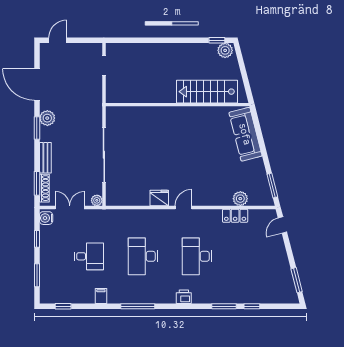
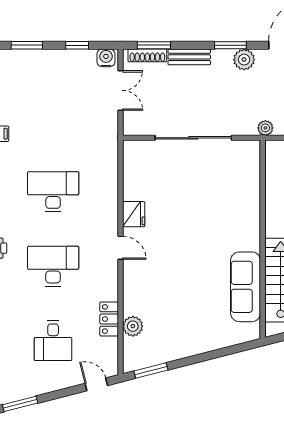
sofa: (245, 134) -> (246, 287), moved, turned -76
plant: (97, 200) -> (265, 128), moved
desk: (89, 256) -> (53, 341), moved

